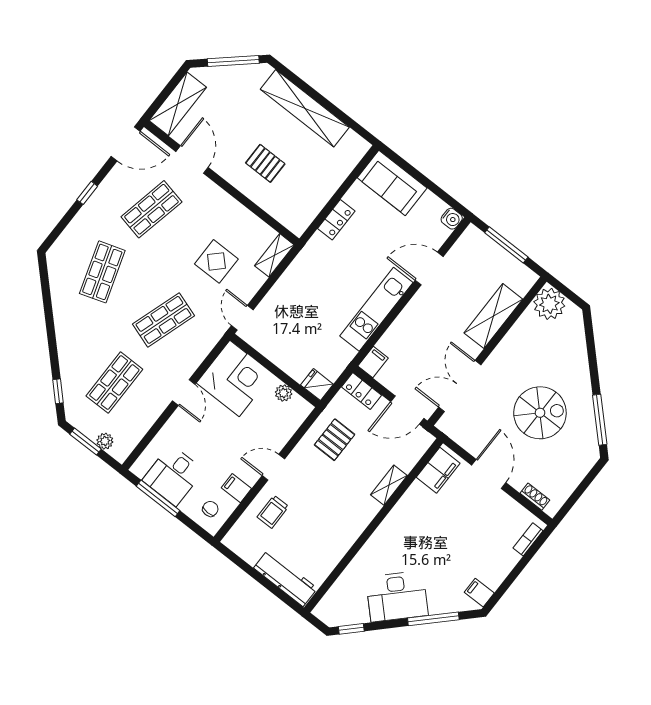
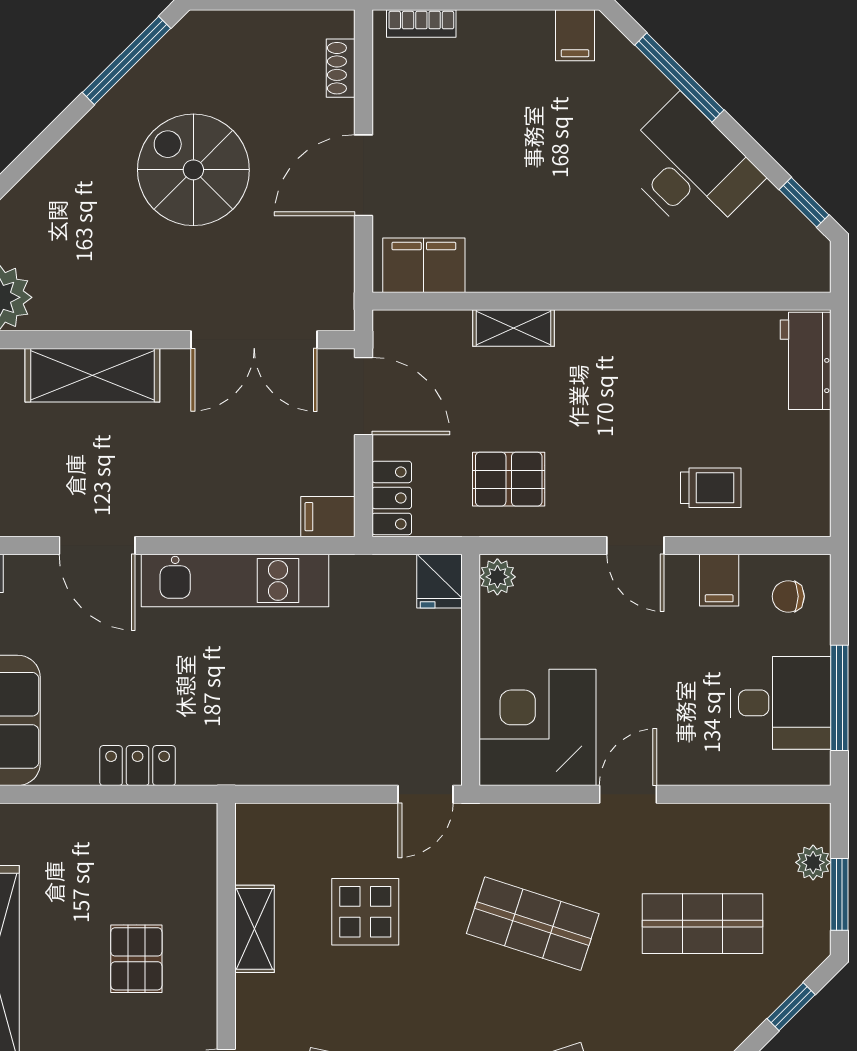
shelving: (274, 255) -> (255, 929), moved, turned 90
plant: (284, 393) -> (497, 577), moved
workbench: (285, 578) -> (806, 361), width x0.73

